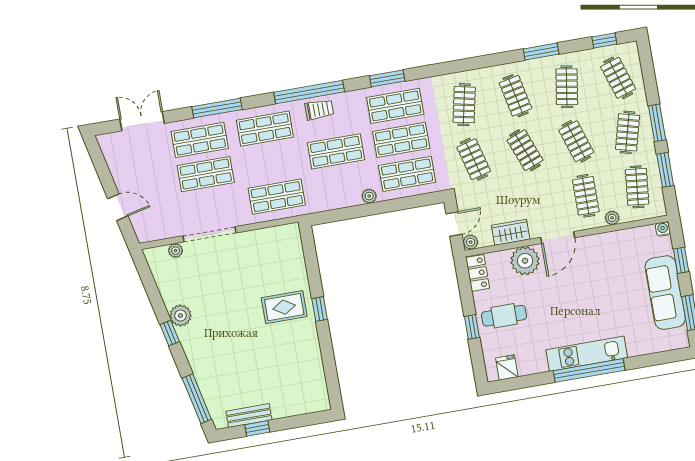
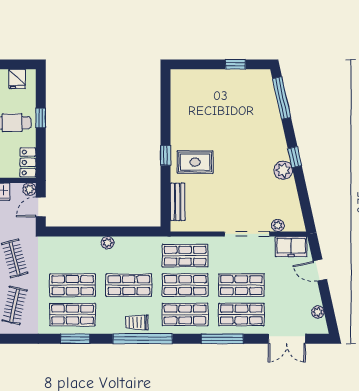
plant: (112, 158) -> (318, 312), added
shop shelf: (407, 174) -> (185, 285), moved
freezer: (156, 229) -> (291, 247), added
bench: (249, 416) -> (178, 202), moved, turned 90

